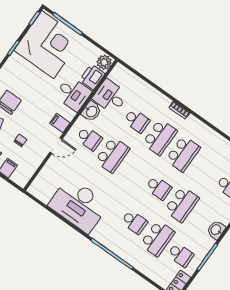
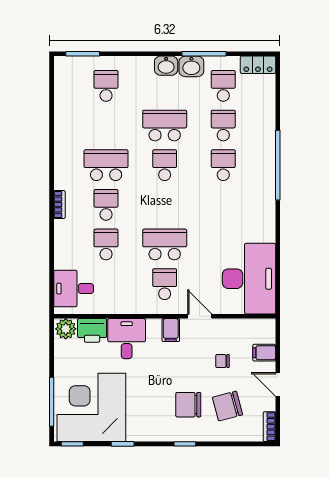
desk: (110, 96) -> (74, 289), moved, turned 90
washbasin: (91, 111) -> (191, 66), moved, turned 180
school desk: (160, 137) -> (106, 205), width x0.54
desk: (79, 205) -> (249, 279), moved
school desk: (157, 238) -> (223, 126), width x0.54

